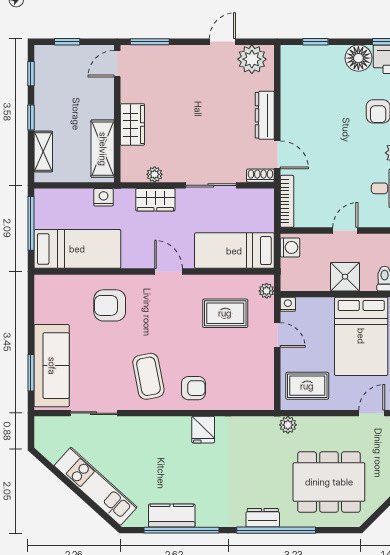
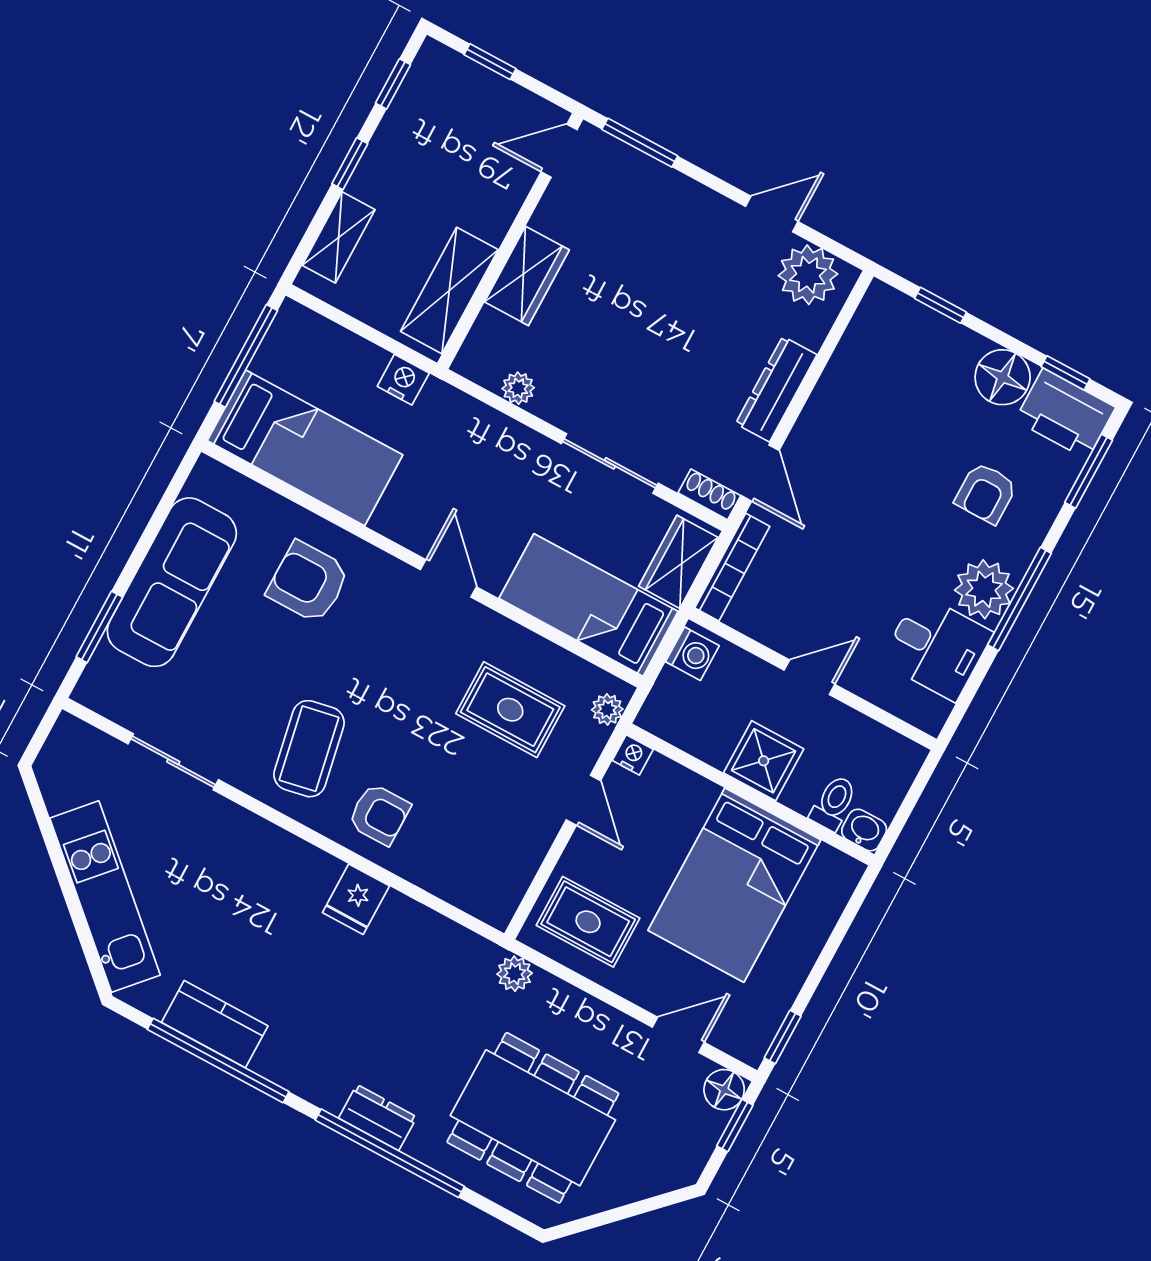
wardrobe: (155, 200) -> (678, 562), moved, turned 90
sofa: (52, 366) -> (172, 582), moved

